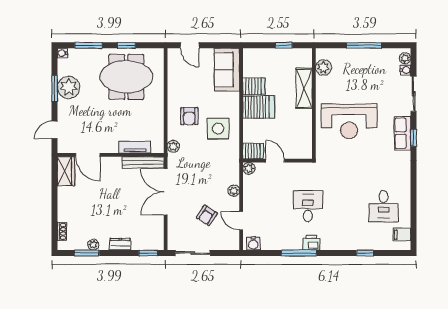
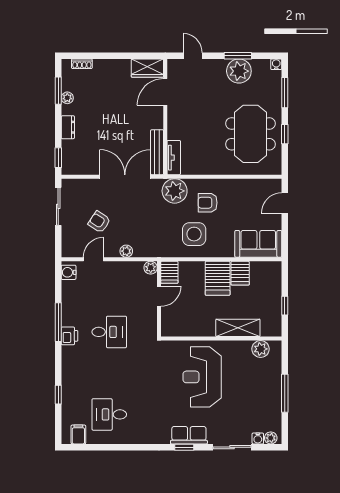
plant: (173, 146) -> (175, 191), width x1.87, depth x1.87
tv unit: (135, 147) -> (174, 158), moved

